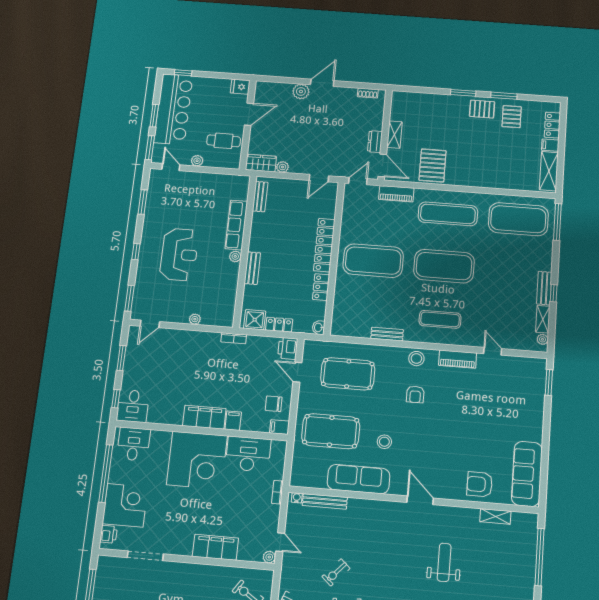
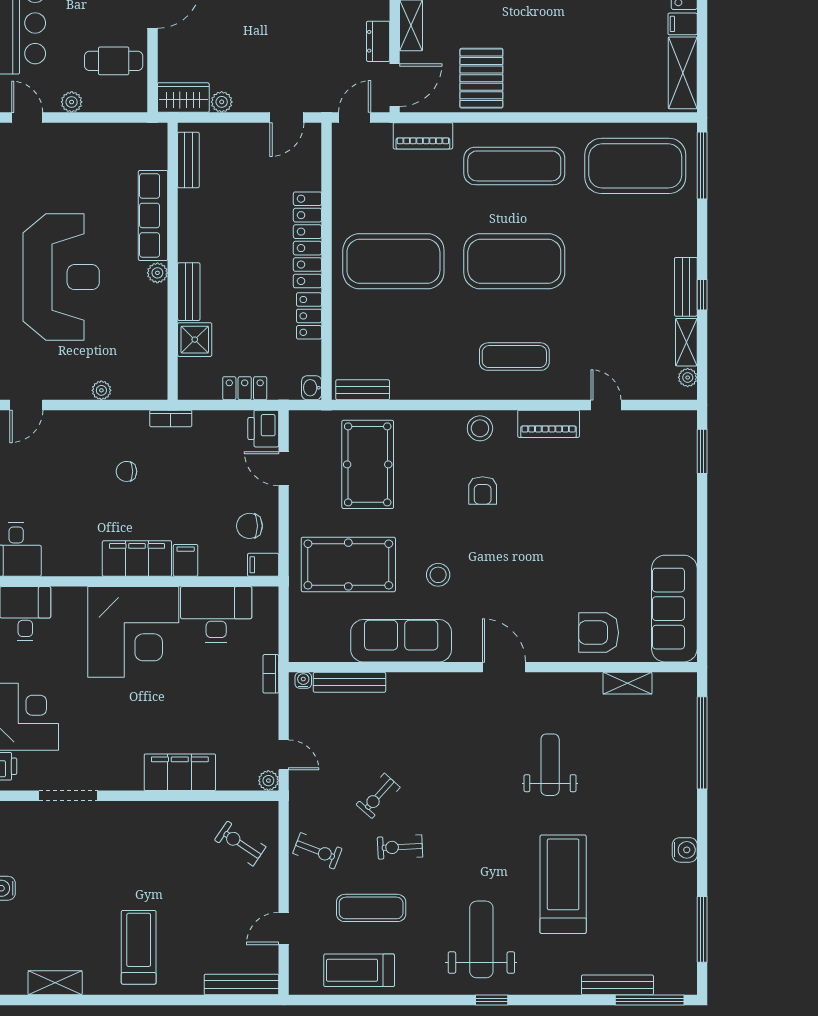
door: (382, 165) -> (395, 85), hinge flipped
reception desk: (179, 254) -> (61, 277), width x1.36, depth x1.30
shower: (255, 320) -> (195, 340), moved
bench: (387, 334) -> (363, 390), moved
chair: (204, 366) -> (126, 471), added
pool table: (348, 374) -> (368, 464), turned 90

